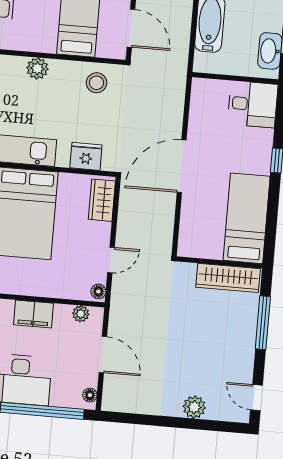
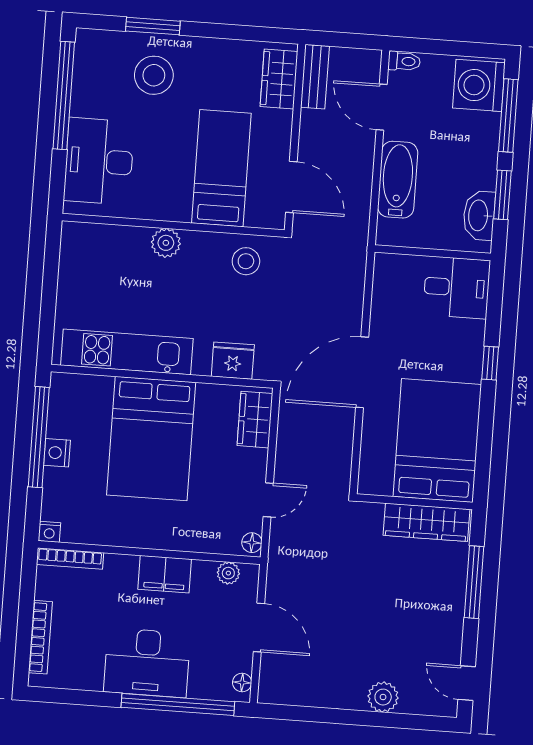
bed: (247, 218) -> (437, 441), width x1.50

